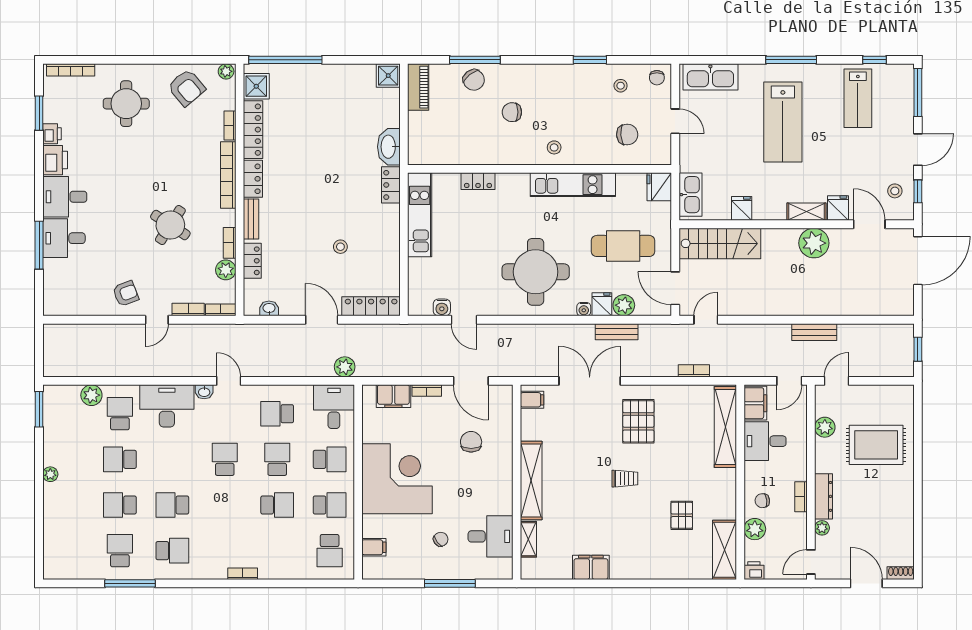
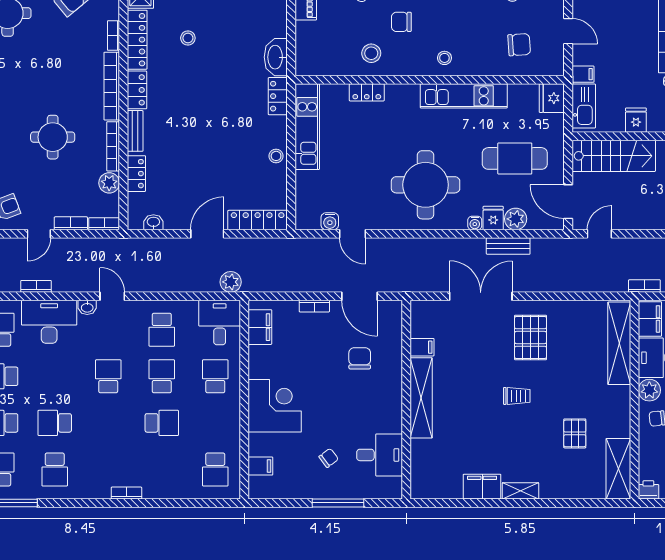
stool: (303, 128) -> (188, 38), added
stool: (482, 143) -> (371, 53), added
filing cabinet: (690, 163) -> (583, 74), added
round table: (170, 225) -> (53, 137), turned -33
bookcase: (230, 243) -> (113, 146), width x1.56
stool: (340, 247) -> (276, 156), moved
door: (322, 320) -> (207, 234), hinge flipped
bookcase: (154, 371) -> (36, 286), added
bookcase: (694, 371) -> (644, 286), moved
filing cabinet: (393, 396) -> (260, 327), moved, turned -90
filing cabinet: (532, 400) -> (422, 347), moved
school desk: (277, 414) -> (162, 330), turned -90
school desk: (330, 459) -> (215, 376), turned -90
corner desk: (397, 479) -> (275, 406), width x0.74, depth x0.74
school desk: (330, 505) -> (215, 423), removed
plant: (755, 529) -> (649, 390), moved
shelving: (528, 539) -> (520, 491), moved, turned 90
school desk: (172, 551) -> (55, 469), turned 90

